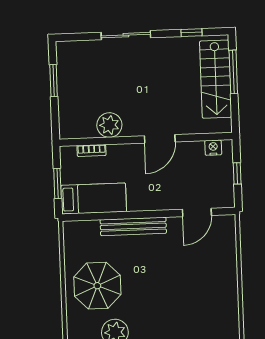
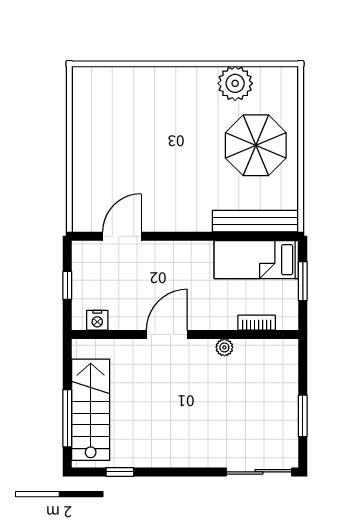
sliding door: (126, 35) -> (259, 472), moved
plant: (109, 125) -> (224, 347), width x0.53, depth x0.53
bench: (133, 226) -> (255, 221), moved

